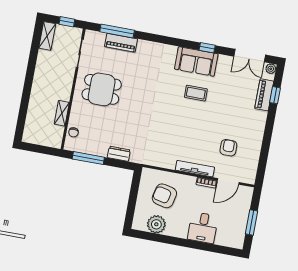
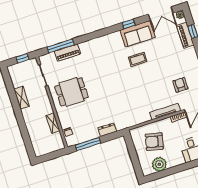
shelving: (47, 36) -> (22, 98), moved
sofa: (196, 61) -> (138, 34), moved

